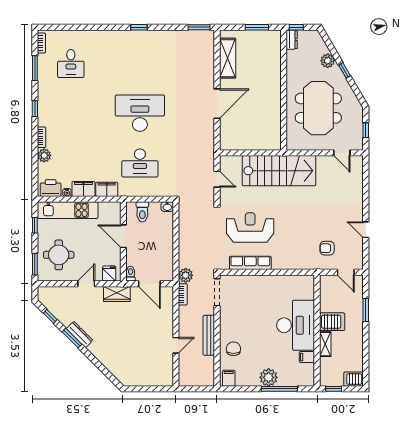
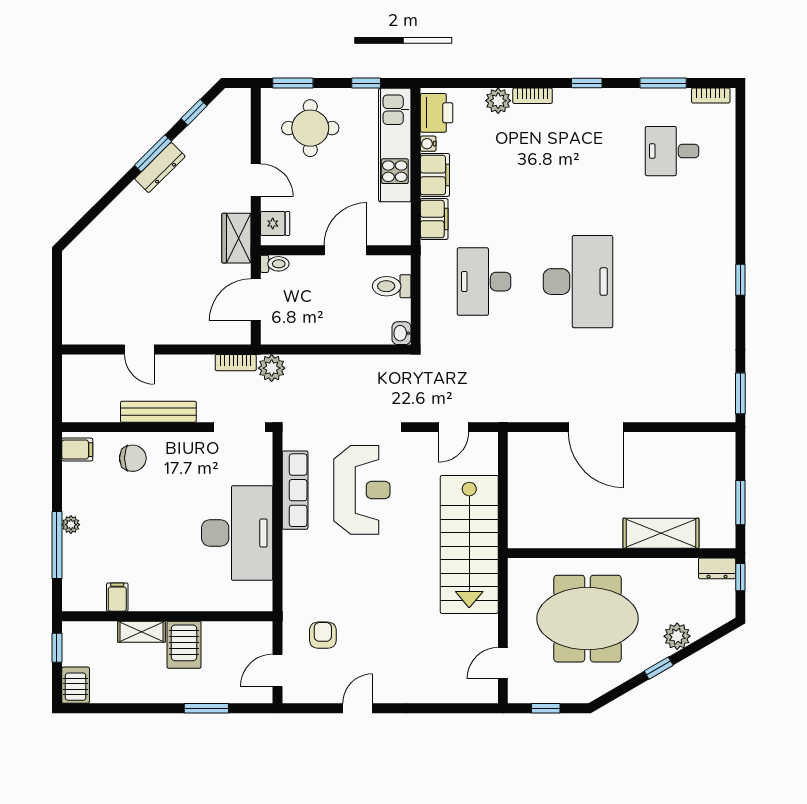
shelving: (228, 58) -> (661, 533), moved
desk: (296, 325) -> (237, 533), moved, turned -90
plant: (269, 377) -> (71, 525), width x0.53, depth x0.53

